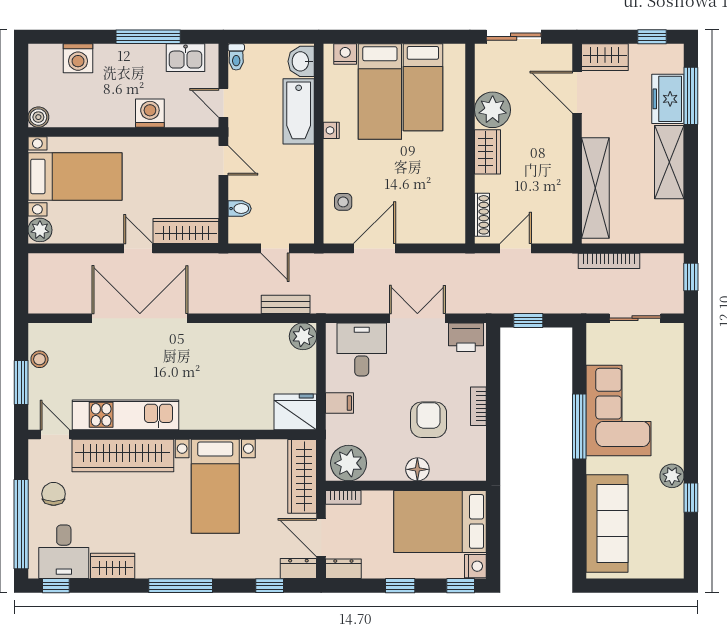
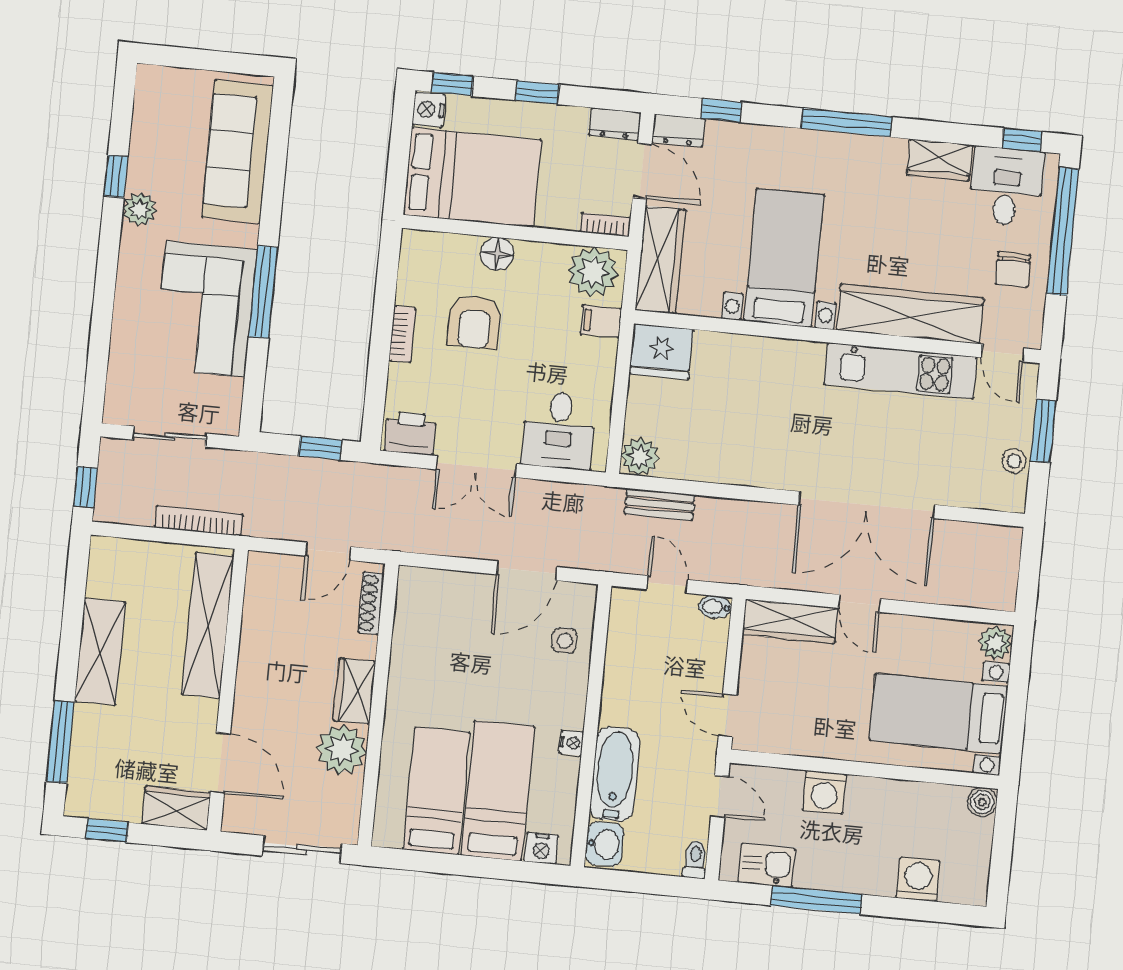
freezer: (668, 99) -> (93, 741), removed
bidet: (240, 209) -> (715, 607), moved
filing cabinet: (340, 403) -> (601, 321), moved

